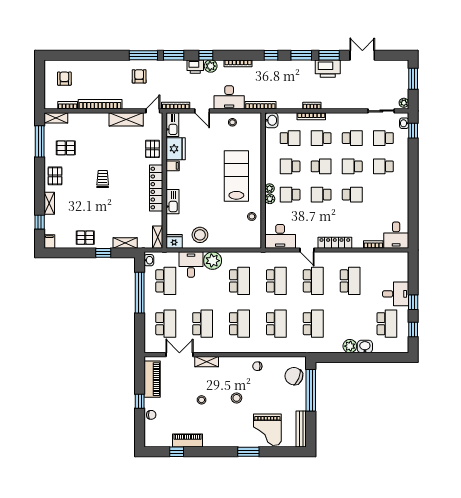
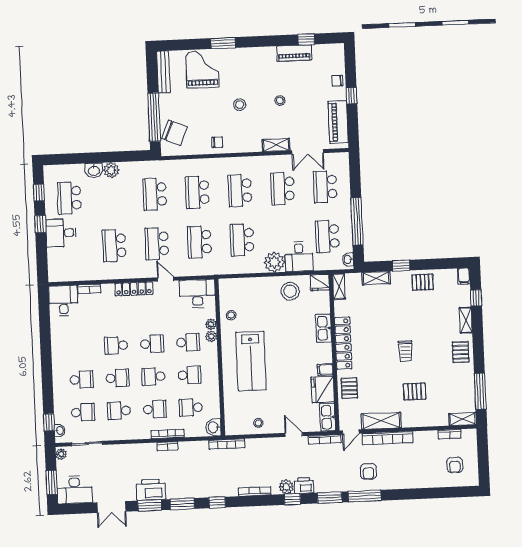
desk: (229, 97) -> (75, 490), moved, turned 180
bookcase: (100, 104) -> (387, 438), moved
pallet: (66, 148) -> (415, 391), moved
plant: (270, 188) -> (211, 324), moved

